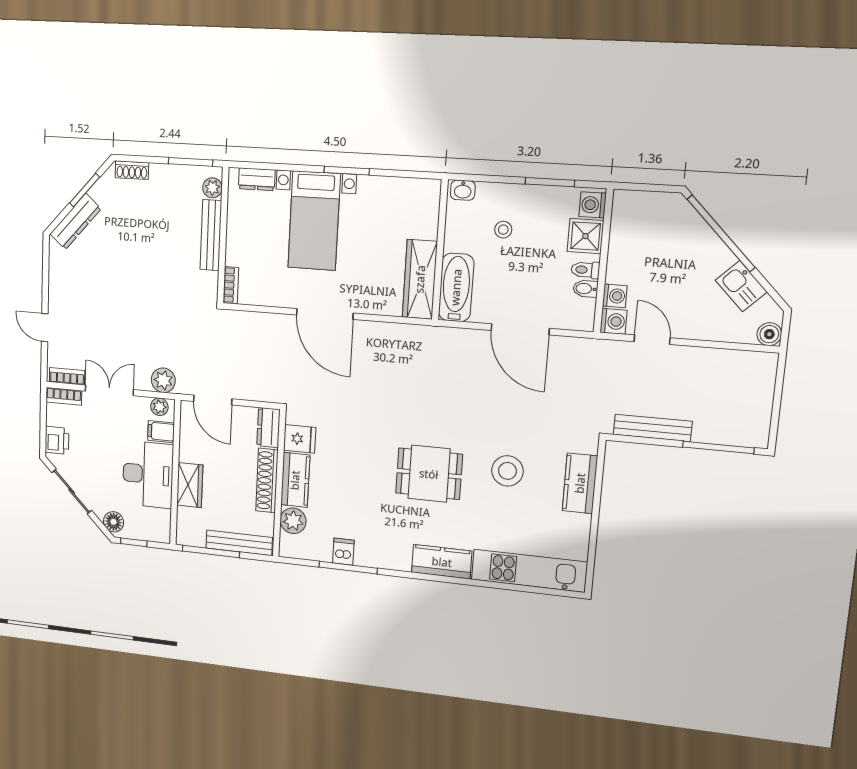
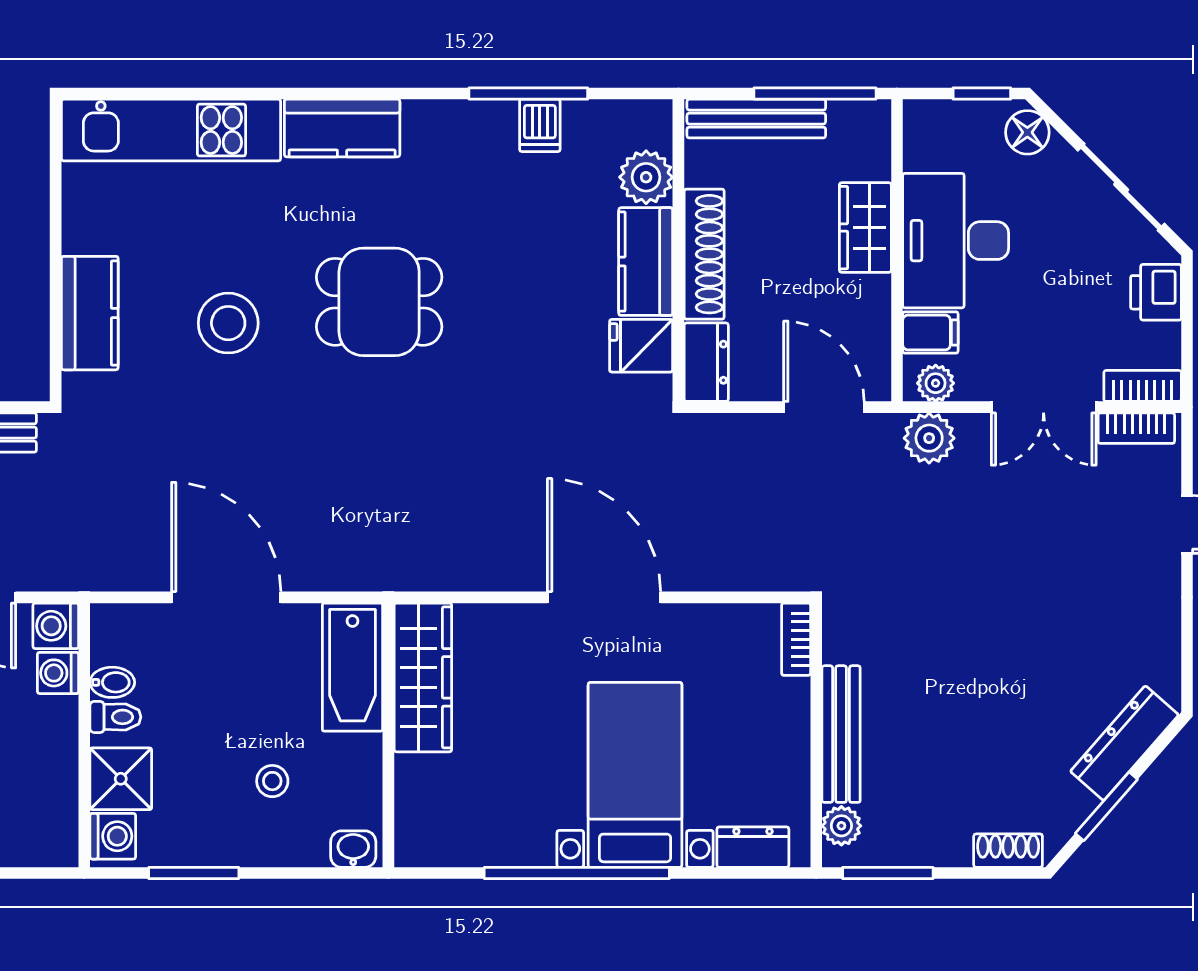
window: (347, 171) -> (577, 873), width x2.11

